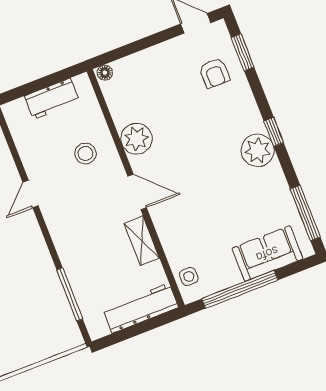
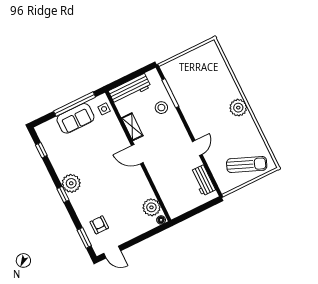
workbench: (52, 99) -> (203, 180), moved, turned -90
plant: (136, 139) -> (151, 207), moved
stool: (85, 154) -> (161, 108), moved
window: (305, 213) -> (41, 150), width x0.46
sofa: (267, 254) -> (75, 118), moved

